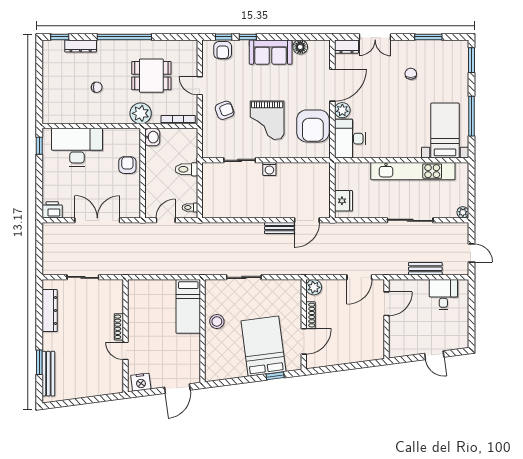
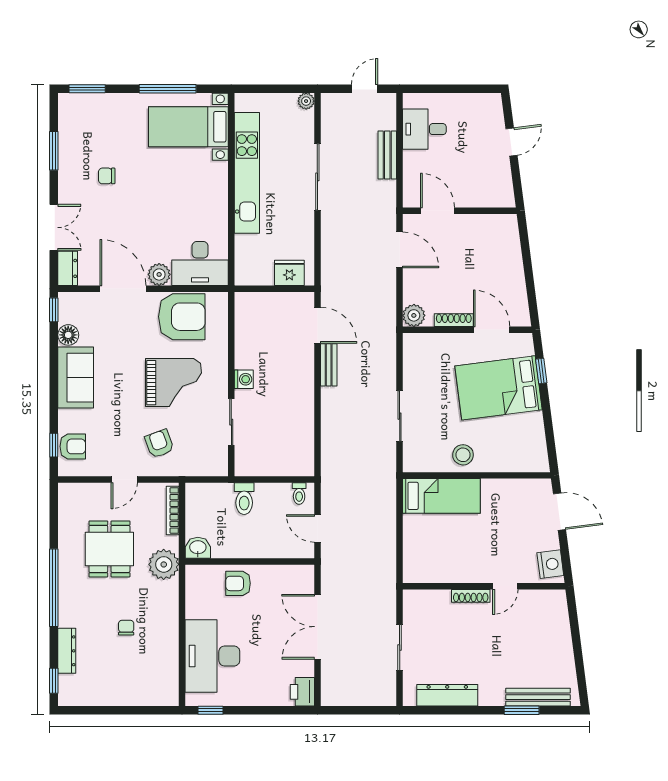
window: (248, 37) -> (54, 310), moved

